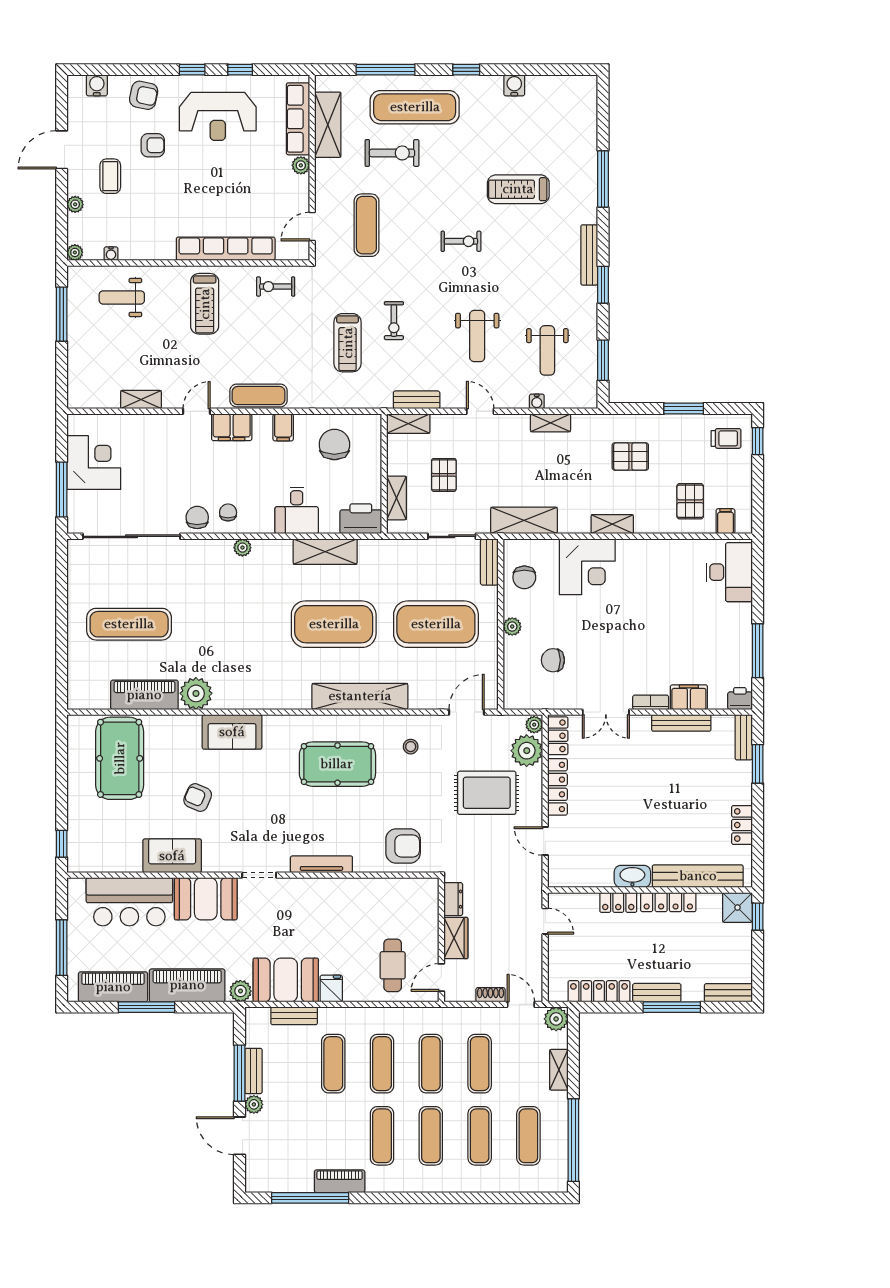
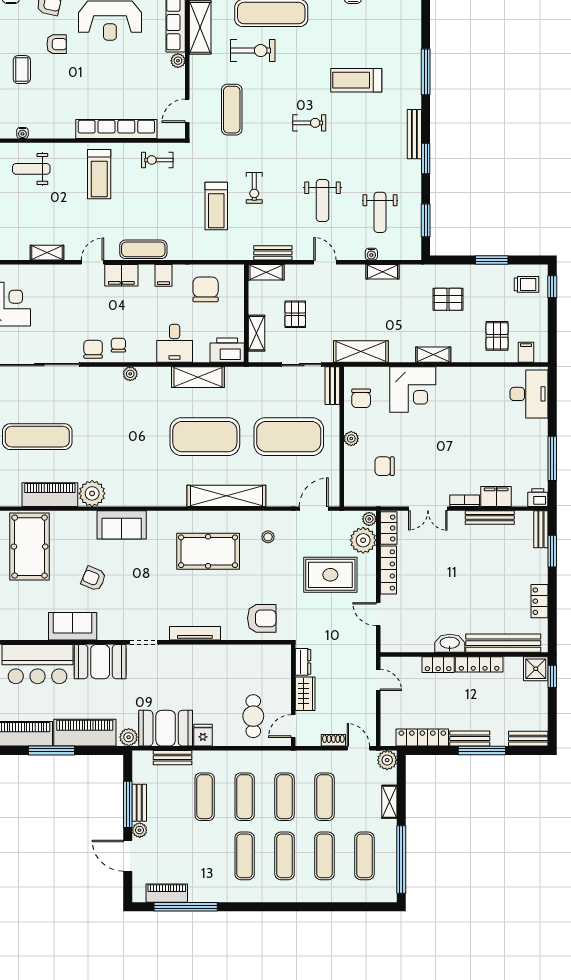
piano: (340, 1181) -> (167, 893), moved

